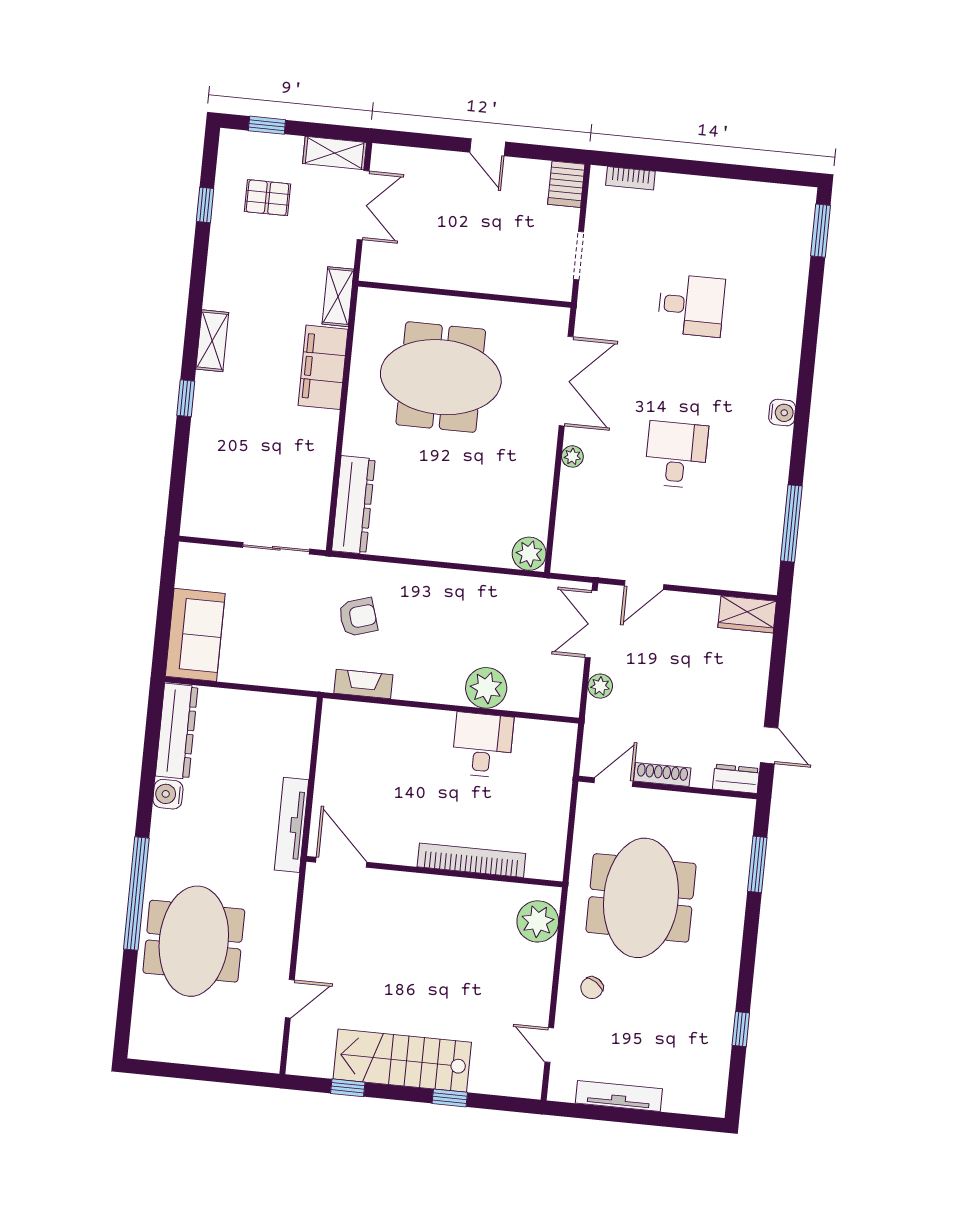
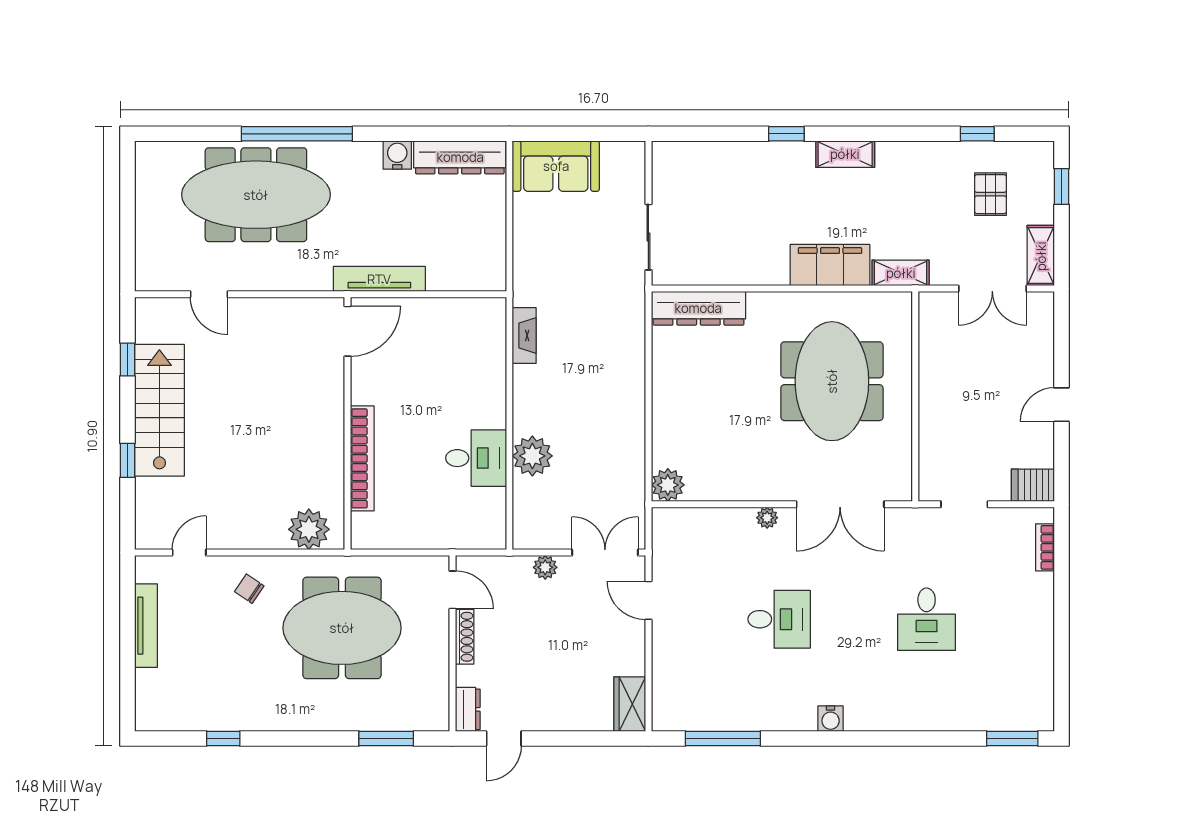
armchair: (358, 617) -> (589, 324), removed
meeting table: (194, 941) -> (256, 195), width x1.36

